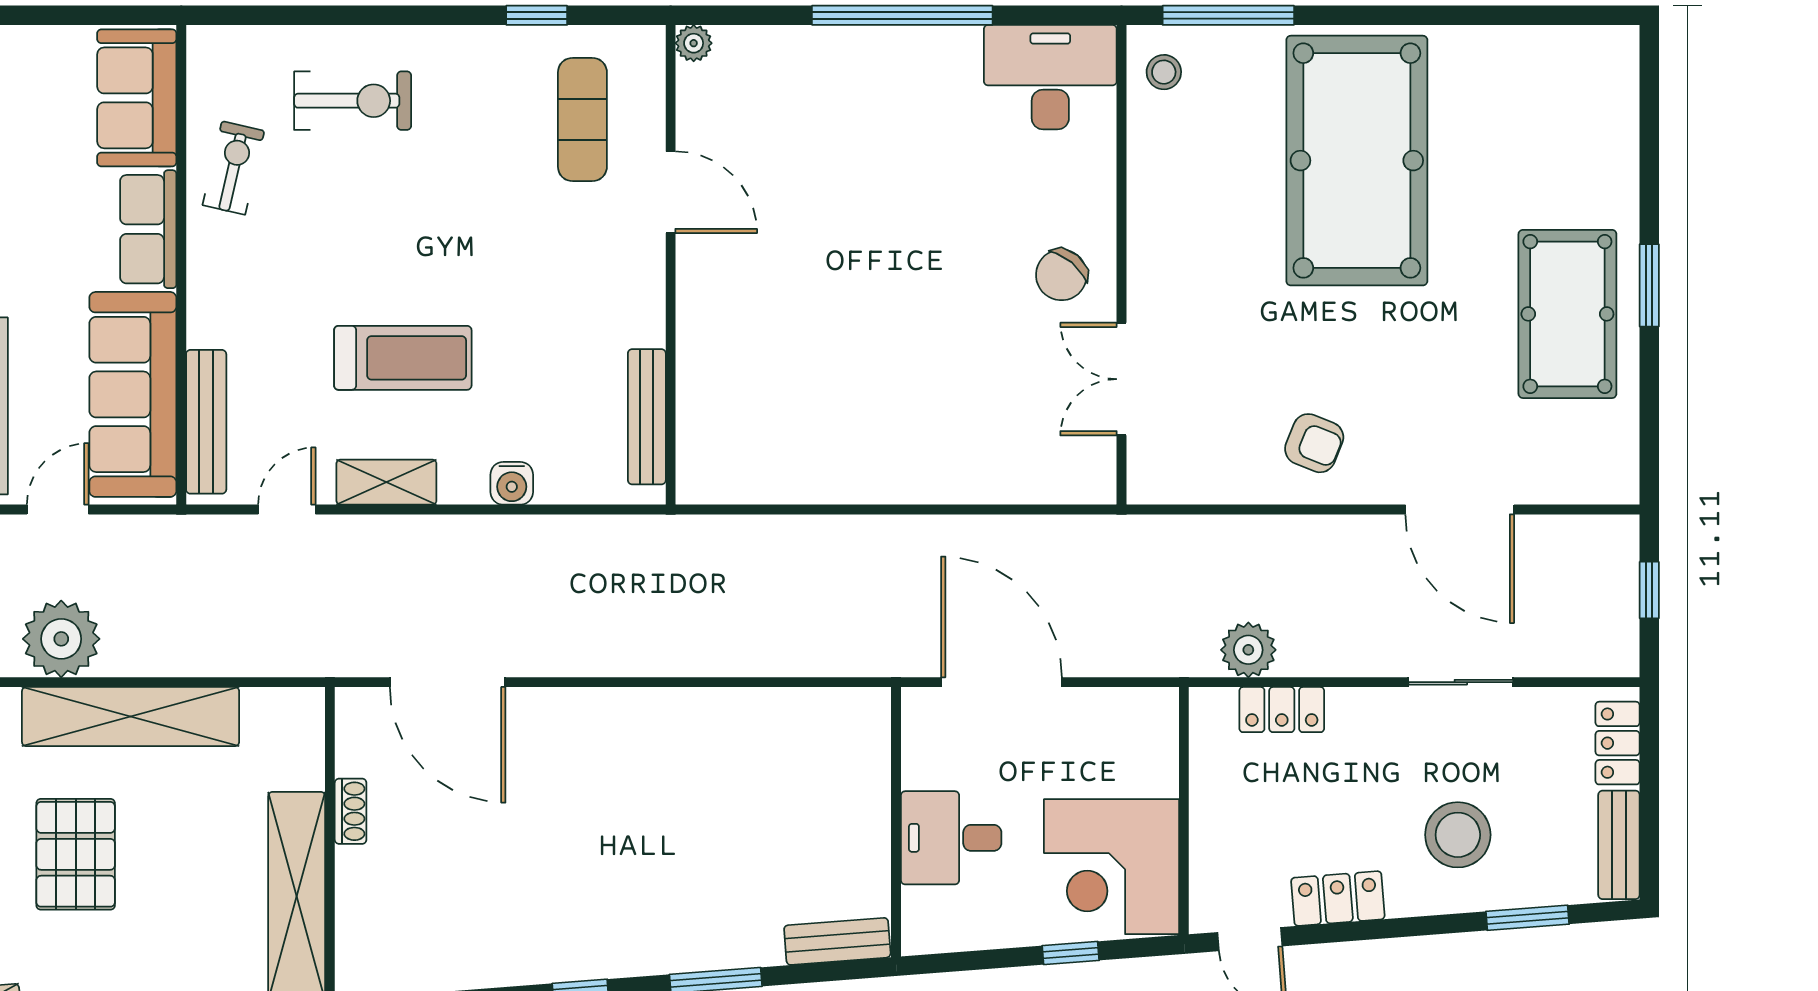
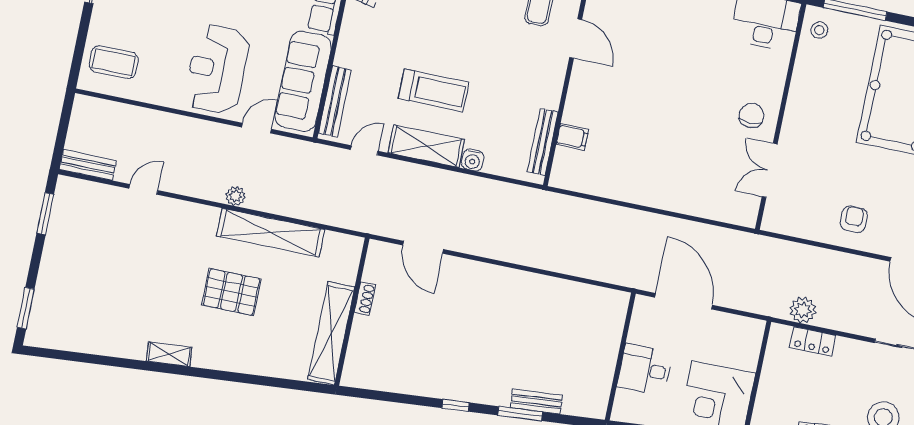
chair: (1061, 275) -> (751, 116), turned 140
filing cabinet: (705, 394) -> (572, 137), added
armchair: (1314, 443) -> (854, 219), turned -112
shelving: (386, 482) -> (426, 146), width x1.50, depth x1.33
plant: (61, 639) -> (235, 196), width x0.53, depth x0.53
door: (448, 682) -> (423, 247), width x0.73
pallet: (76, 854) -> (231, 292), turned 90
bench: (837, 941) -> (536, 401), moved

